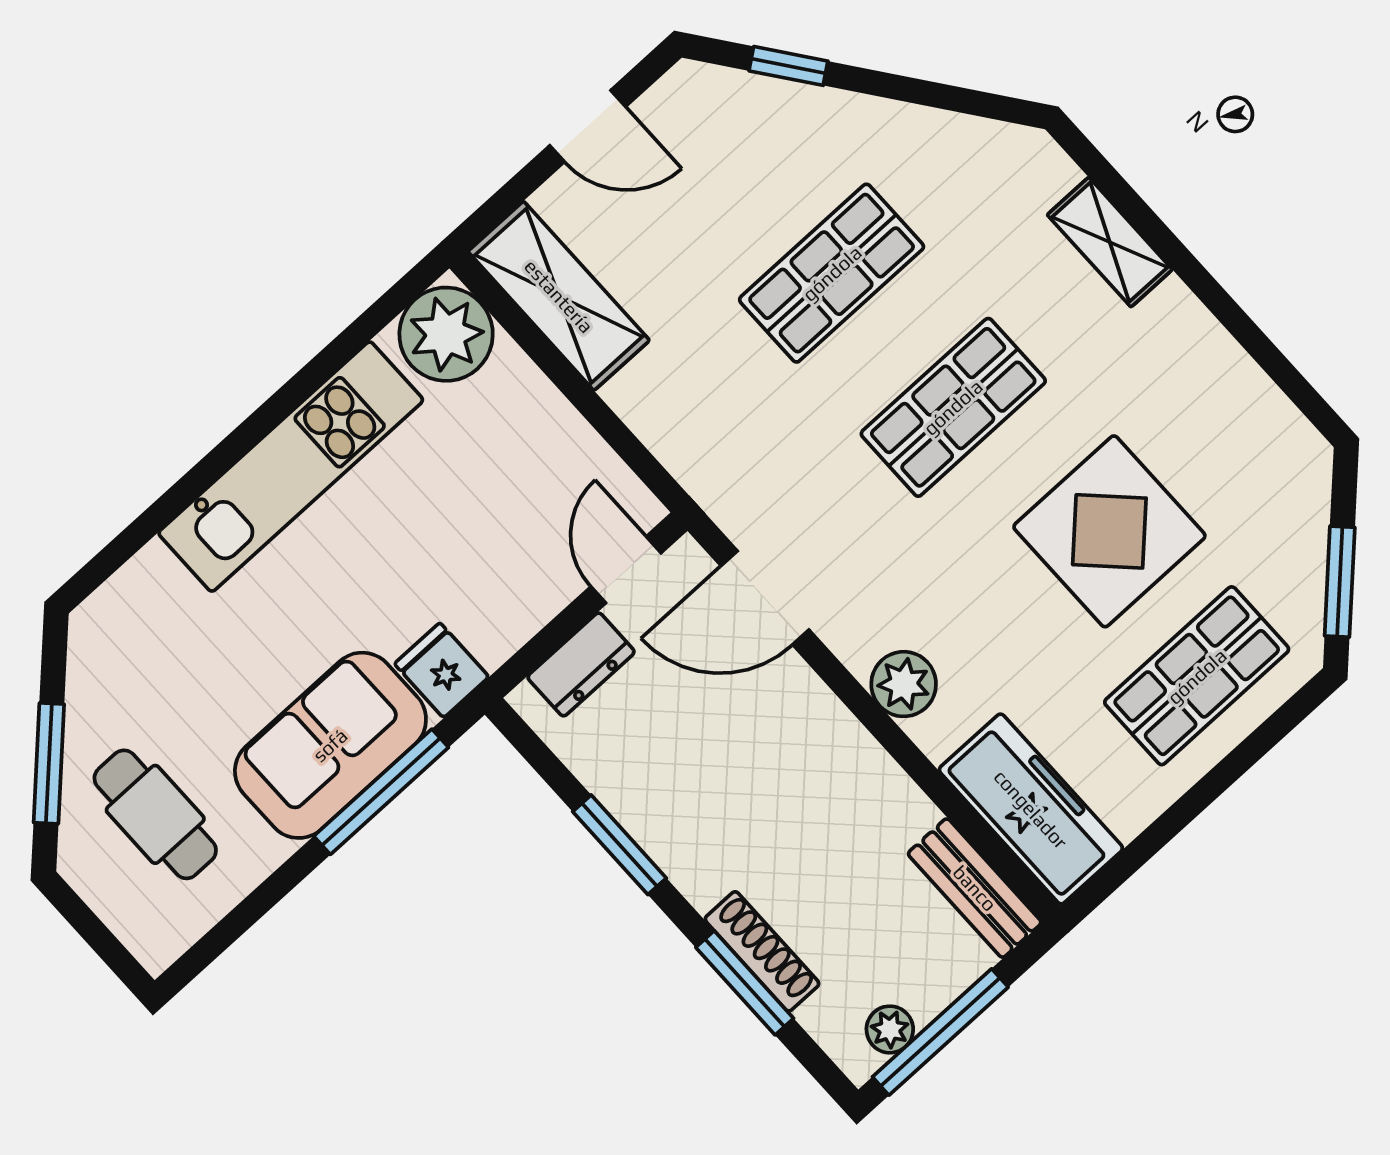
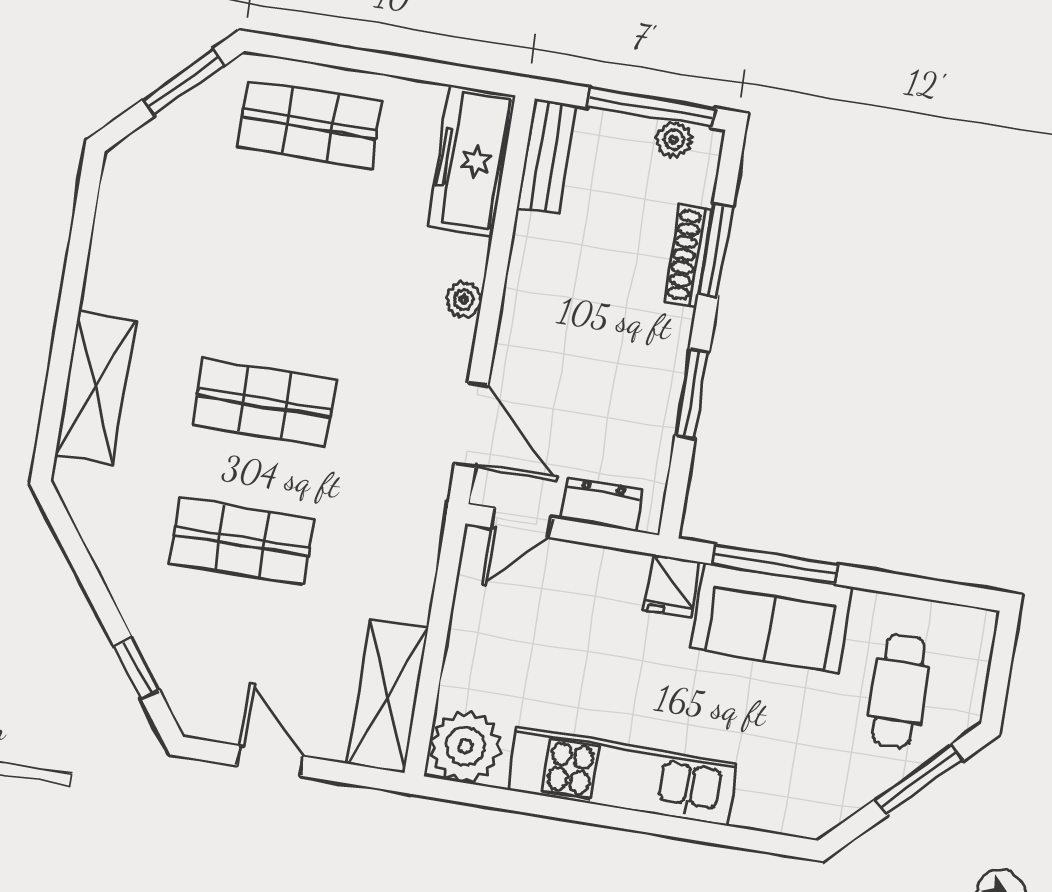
shelving: (1110, 242) -> (95, 388), width x1.50, depth x1.33
display table: (1109, 531) -> (264, 247), removed
plant: (904, 684) -> (464, 299), width x0.73, depth x0.73

